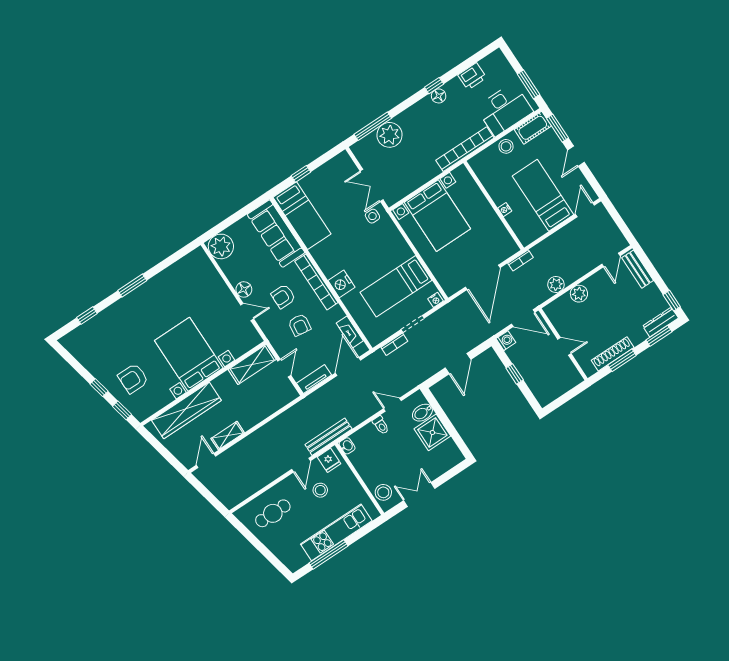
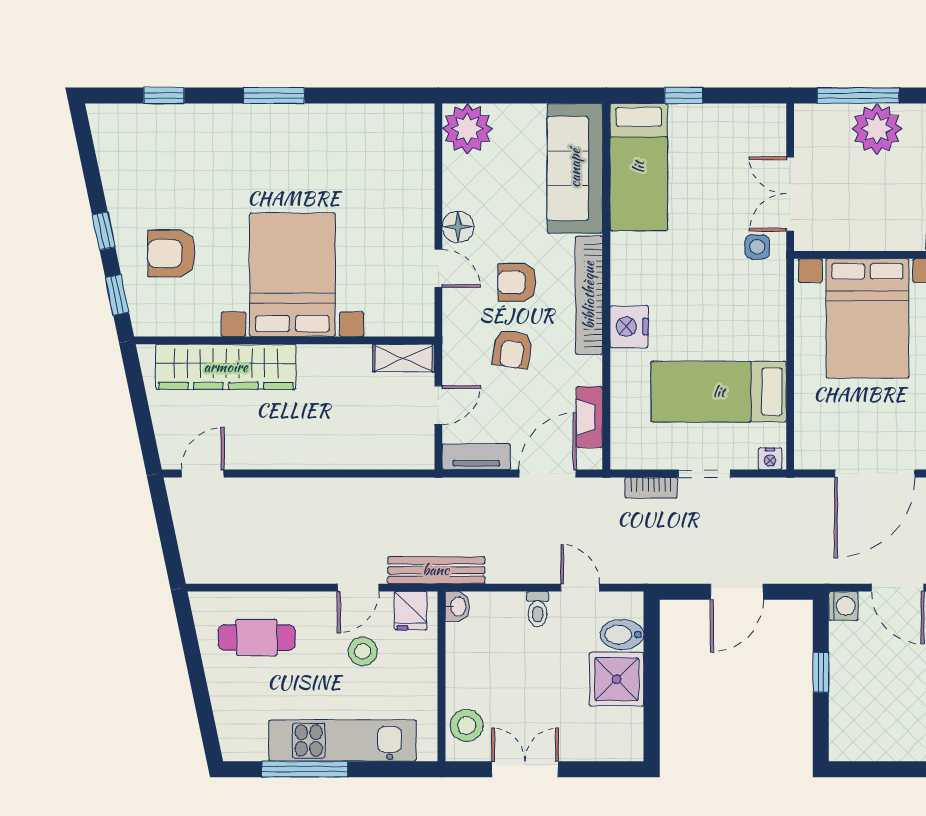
shelving: (252, 364) -> (404, 358), width x0.67, depth x0.75
shelving: (228, 436) -> (267, 456), removed

